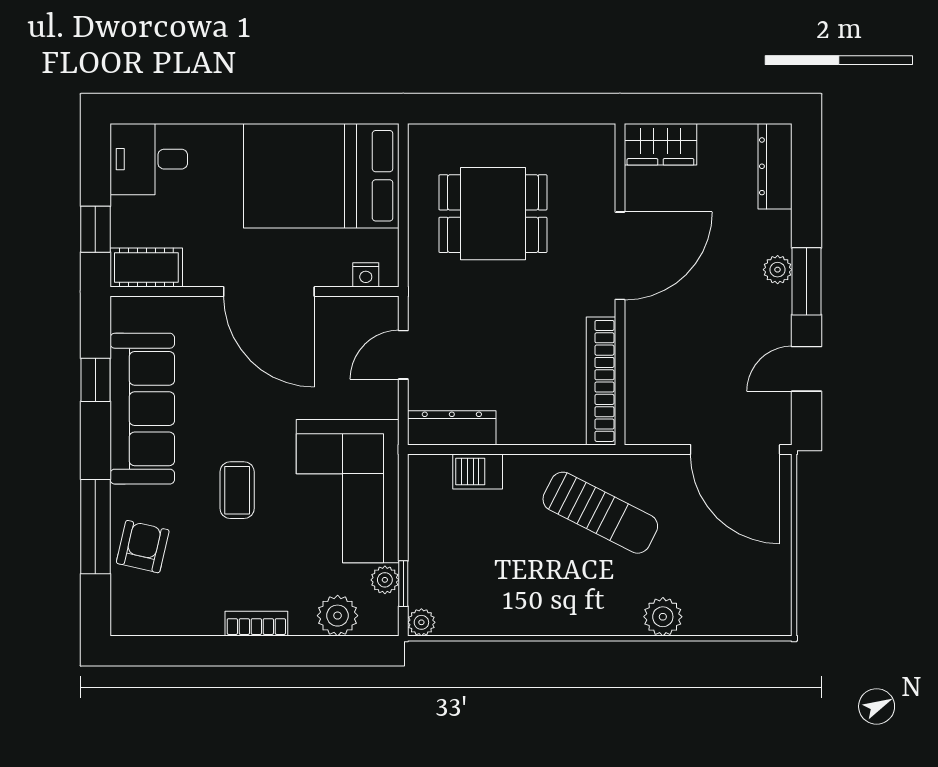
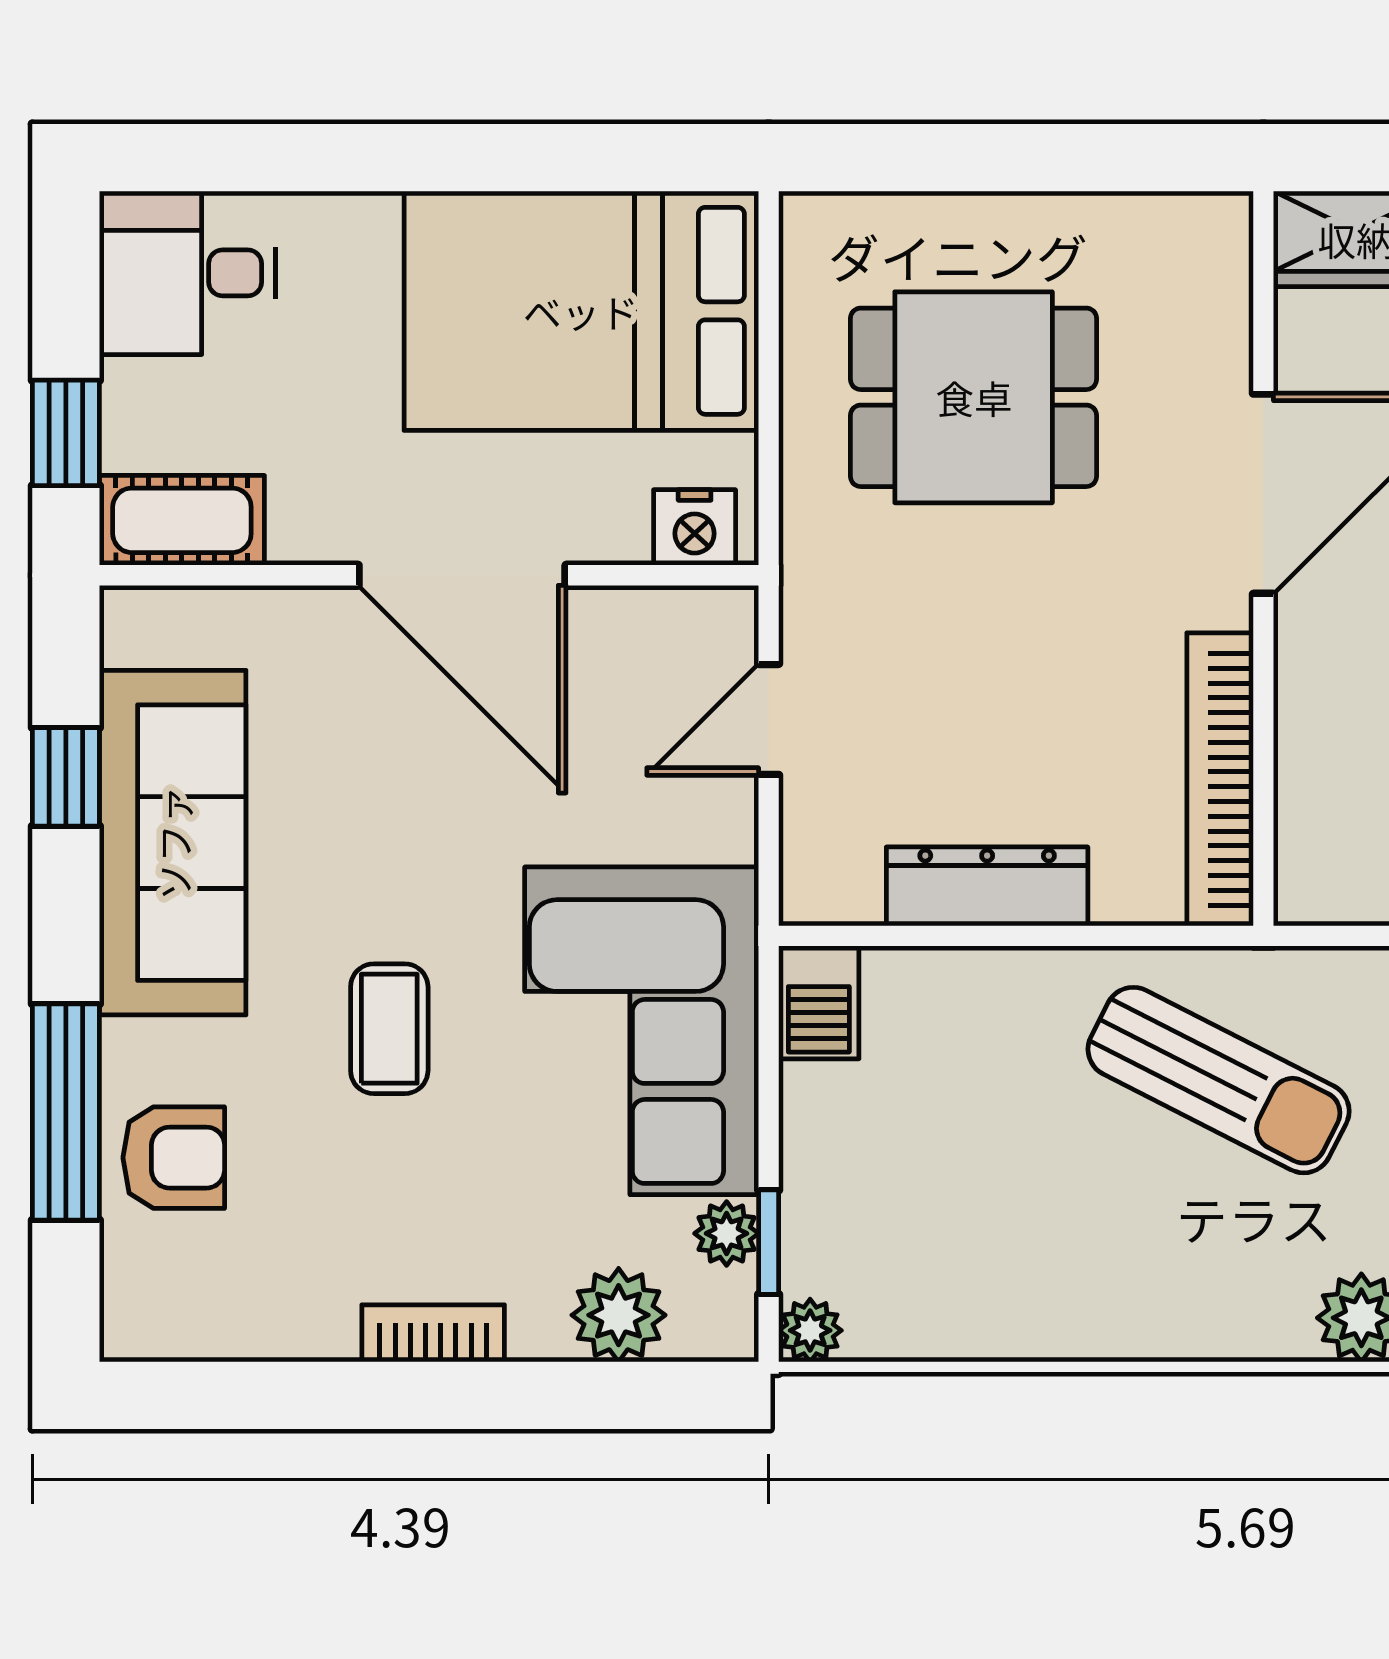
nightstand: (366, 275) -> (695, 527), width x1.39, depth x1.35
dresser: (452, 428) -> (987, 886), moved
barbecue: (478, 471) -> (819, 1002), moved, turned -90
armchair: (143, 547) -> (174, 1158), turned 77

